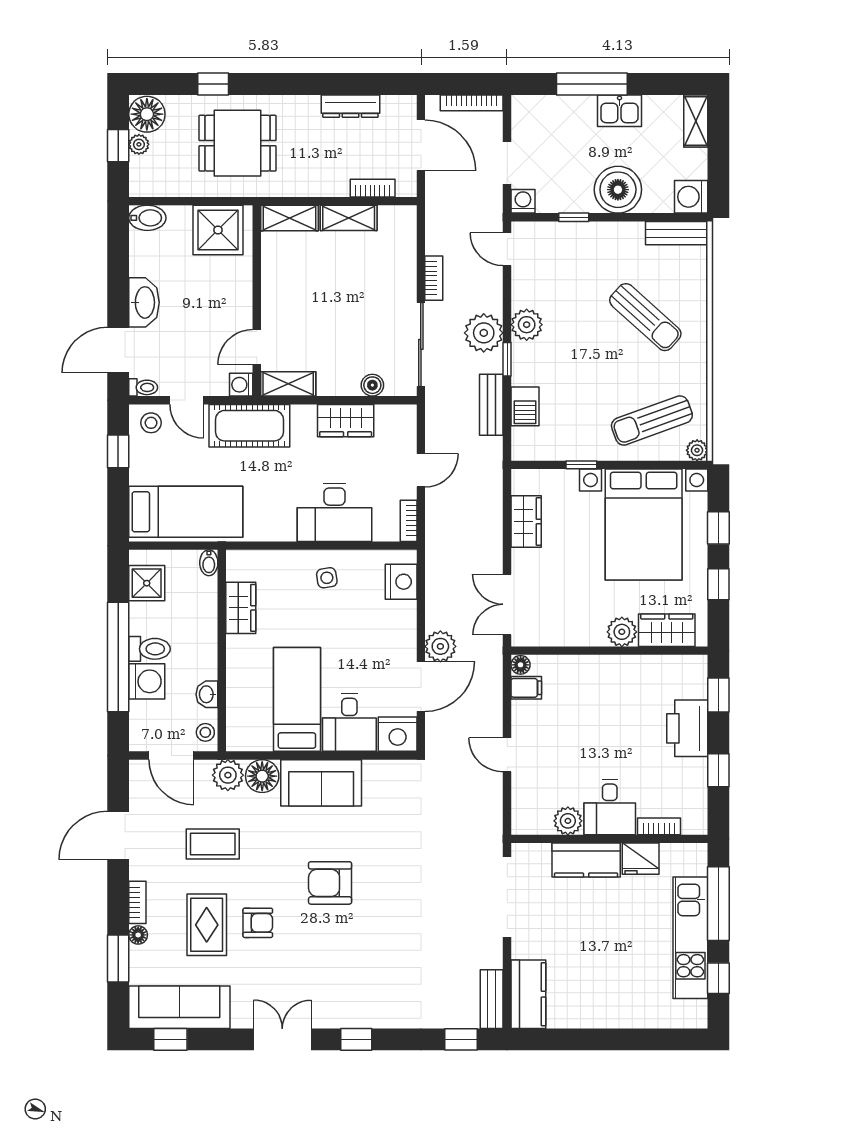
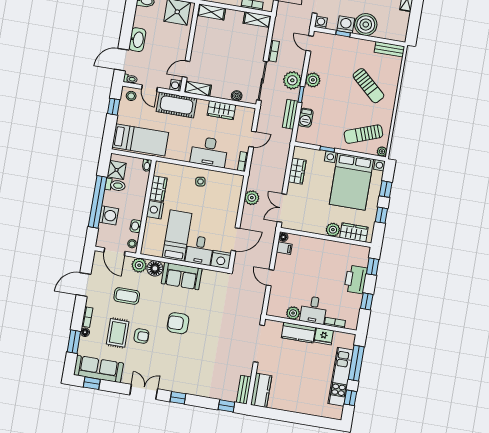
washing machine: (691, 197) -> (346, 24), moved, turned 90
shelving: (349, 218) -> (257, 20), moved
nightstand: (401, 582) -> (155, 210), moved, turned 180
plant: (440, 646) -> (252, 198), moved
toilet: (149, 649) -> (115, 185), moved

